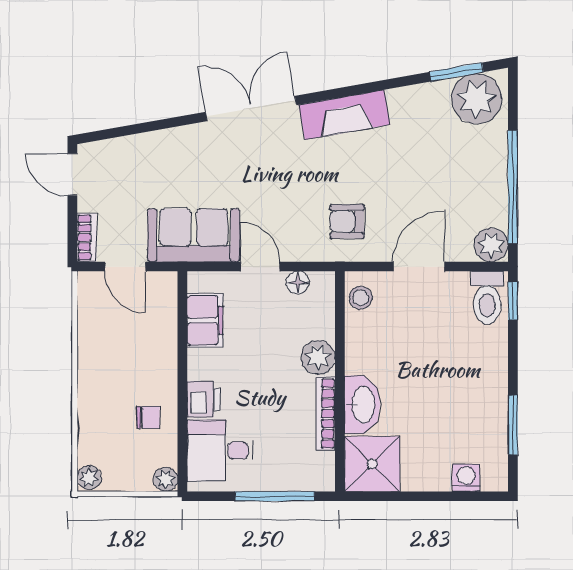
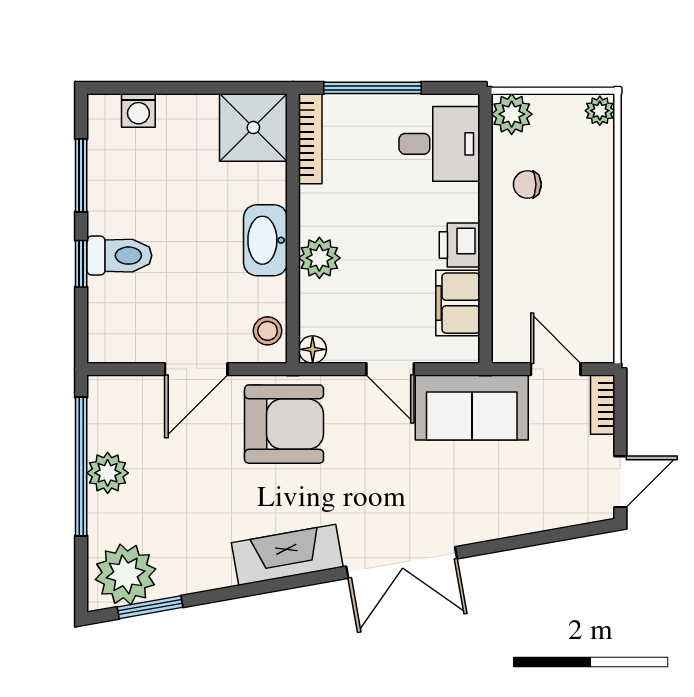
door: (72, 174) -> (620, 482), hinge flipped
armchair: (347, 222) -> (284, 424), width x1.88, depth x1.88
plant: (491, 245) -> (108, 473), moved
floor lamp: (298, 283) -> (313, 349), moved
toilet: (487, 298) -> (119, 256), moved, turned 90
window: (513, 301) -> (81, 264), moved
printer: (204, 399) -> (460, 245), moved
washbasin: (362, 405) -> (265, 240), moved
bookcase: (326, 414) -> (310, 139), moved
plant: (166, 479) -> (512, 114), width x1.38, depth x1.38

